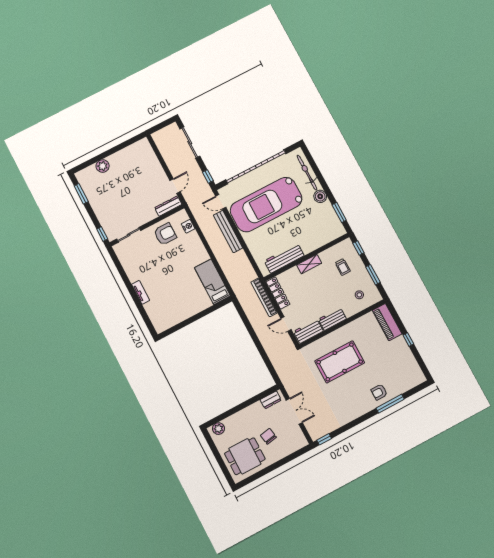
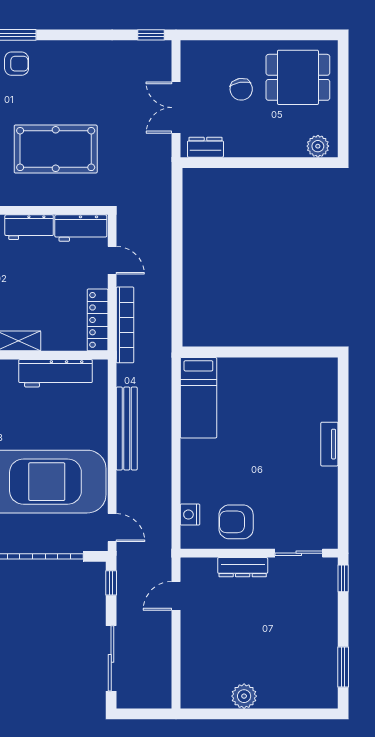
plant: (103, 166) -> (244, 696), moved
dresser: (168, 206) -> (243, 567), moved
bench: (228, 232) -> (127, 428), moved

